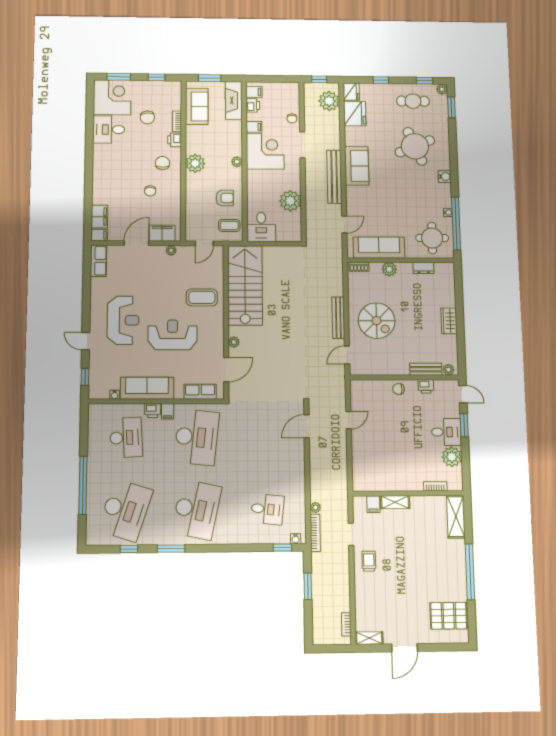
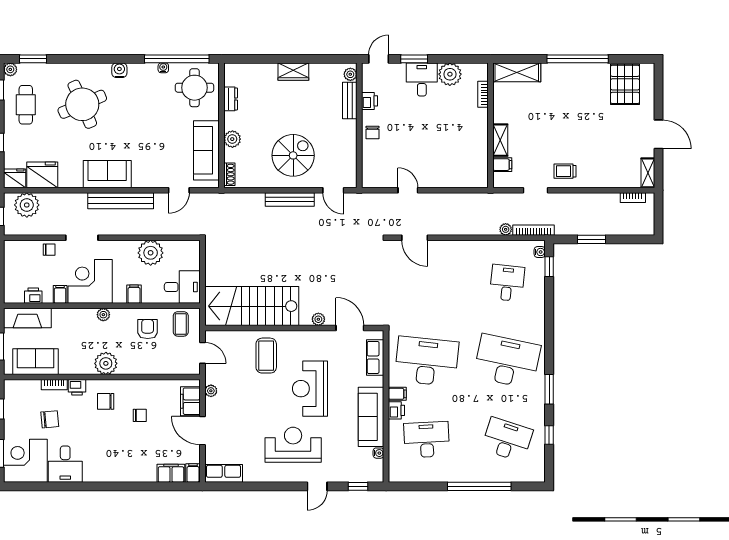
filing cabinet: (254, 92) -> (134, 294), moved
door: (344, 225) -> (179, 190), swing flipped
desk: (125, 510) -> (507, 440), width x0.73, depth x0.77

